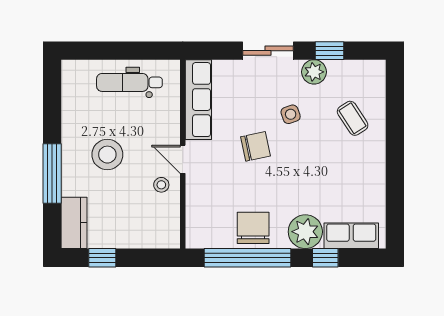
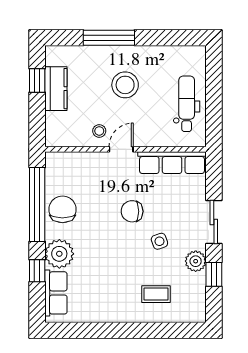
coffee table: (353, 118) -> (156, 294), turned 33
chair: (255, 146) -> (132, 211), turned 102
kitchen counter: (74, 223) -> (56, 89), moved, turned -90
chair: (253, 228) -> (62, 209), turned -90

